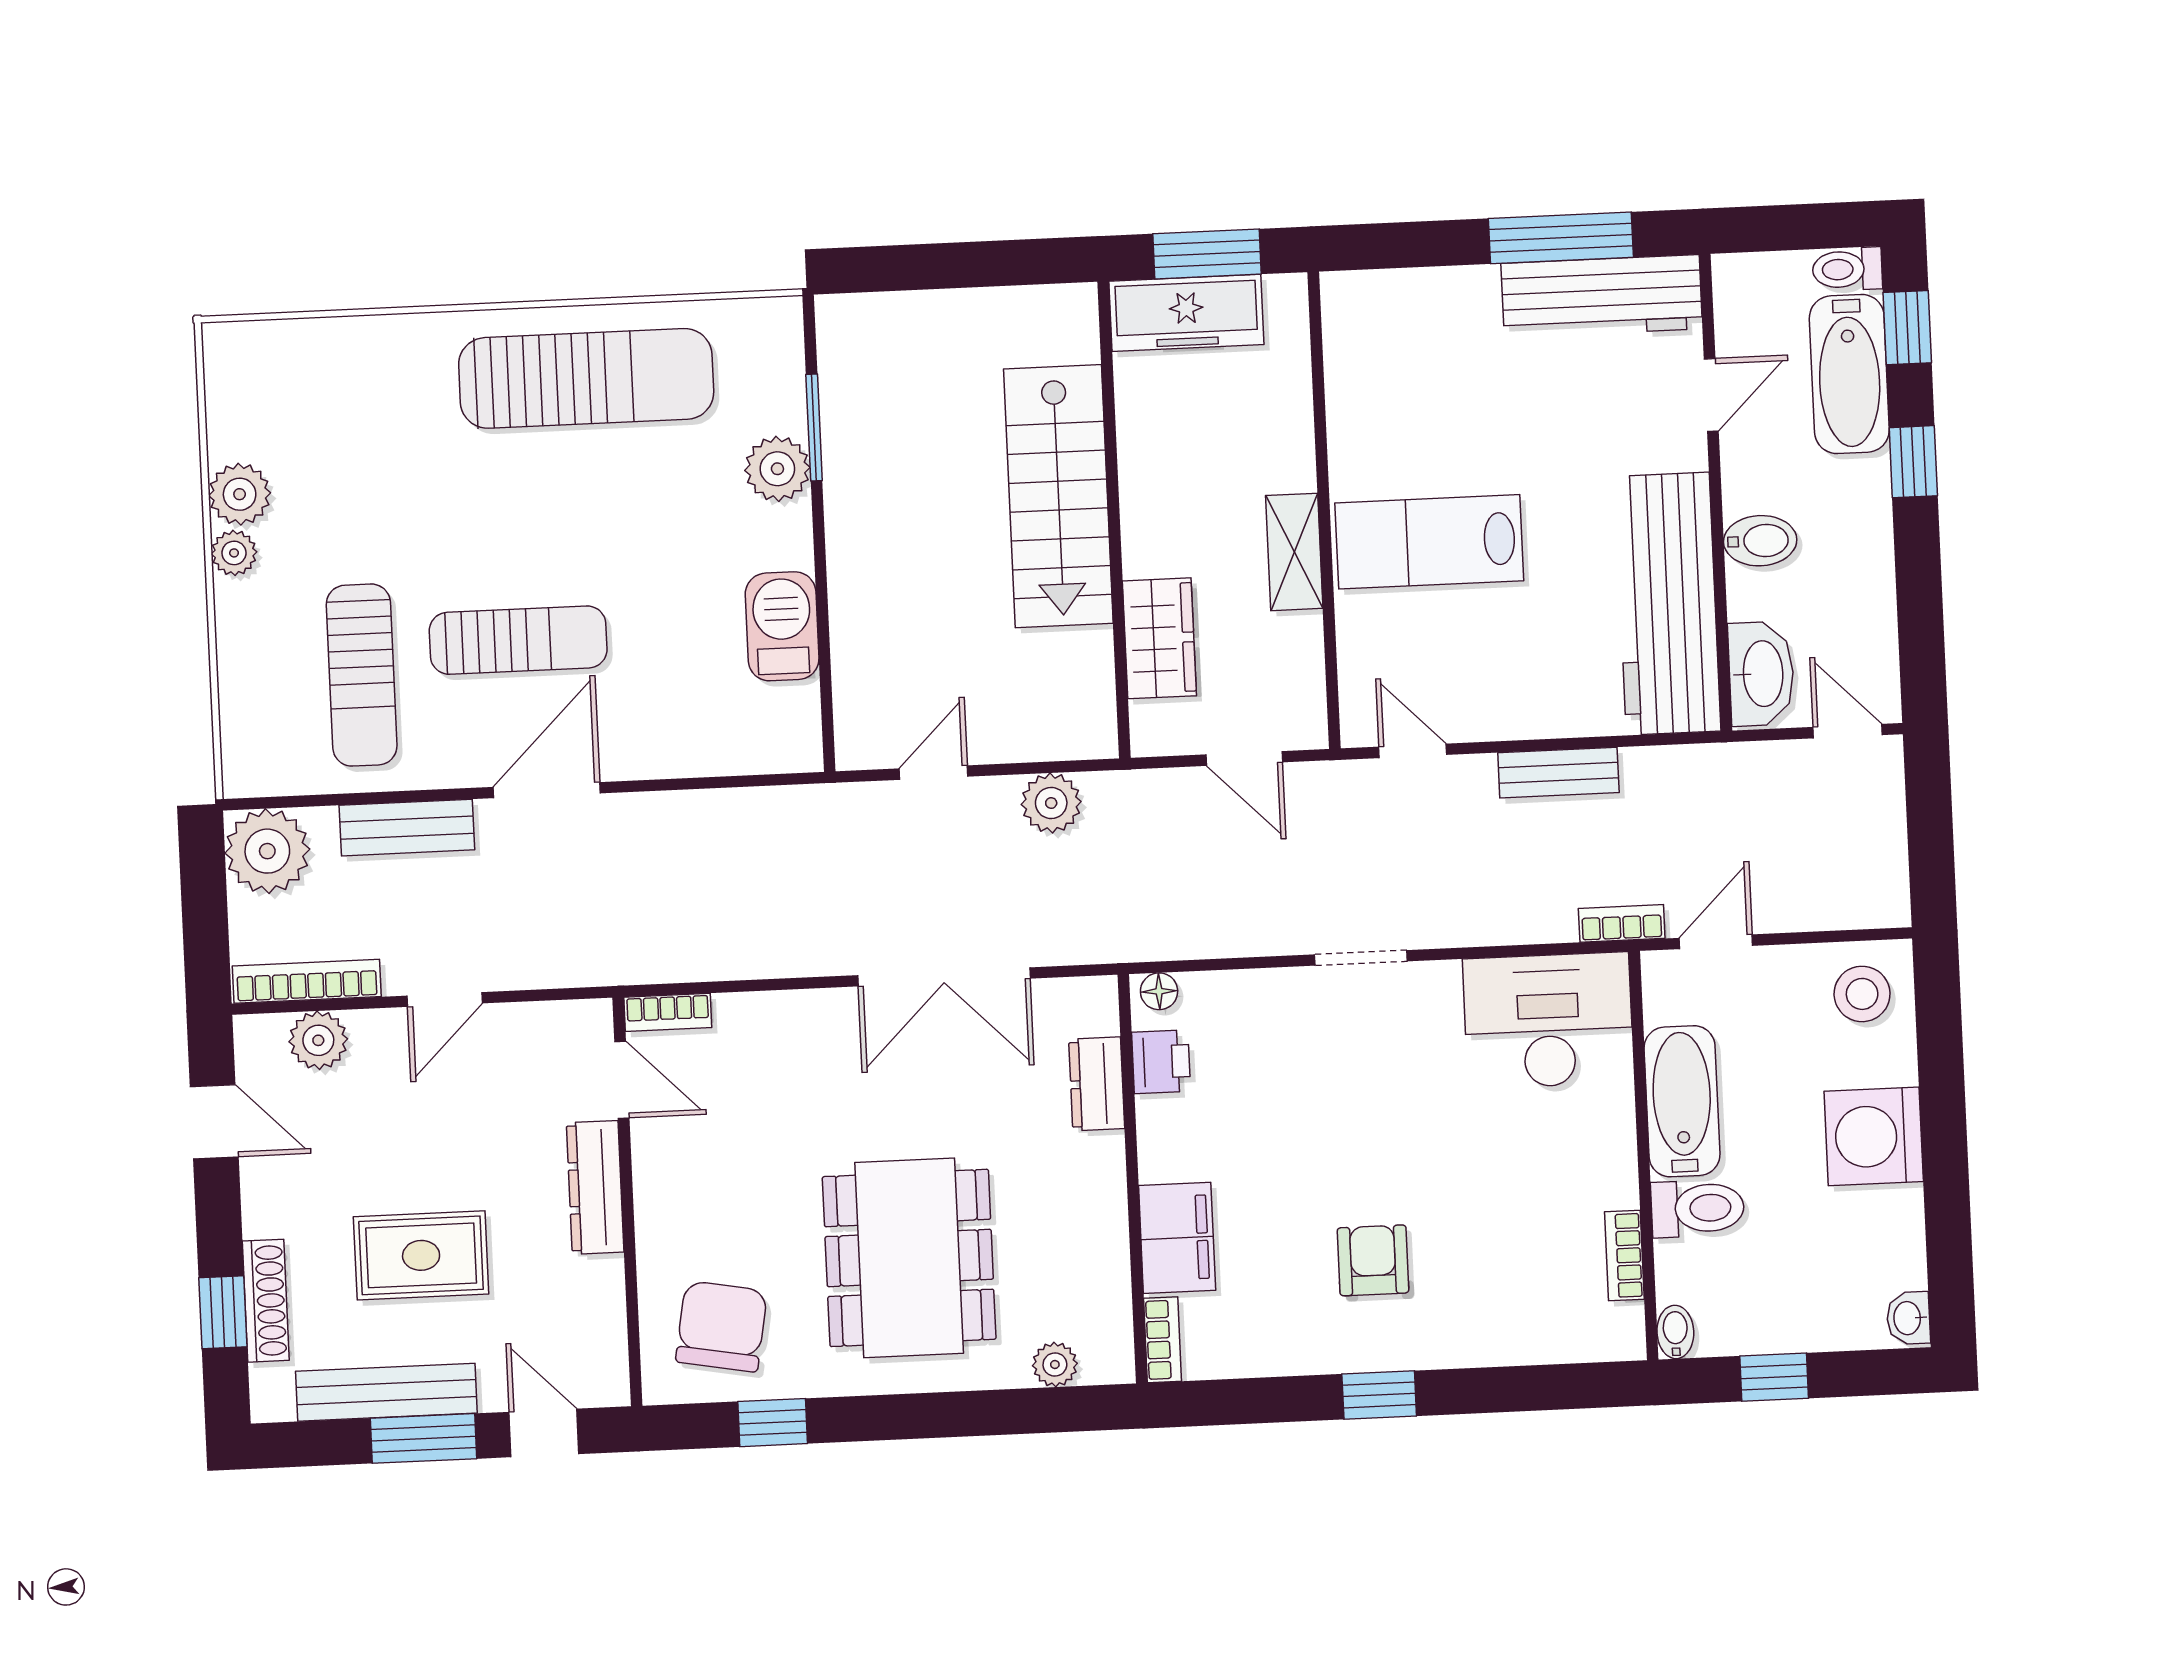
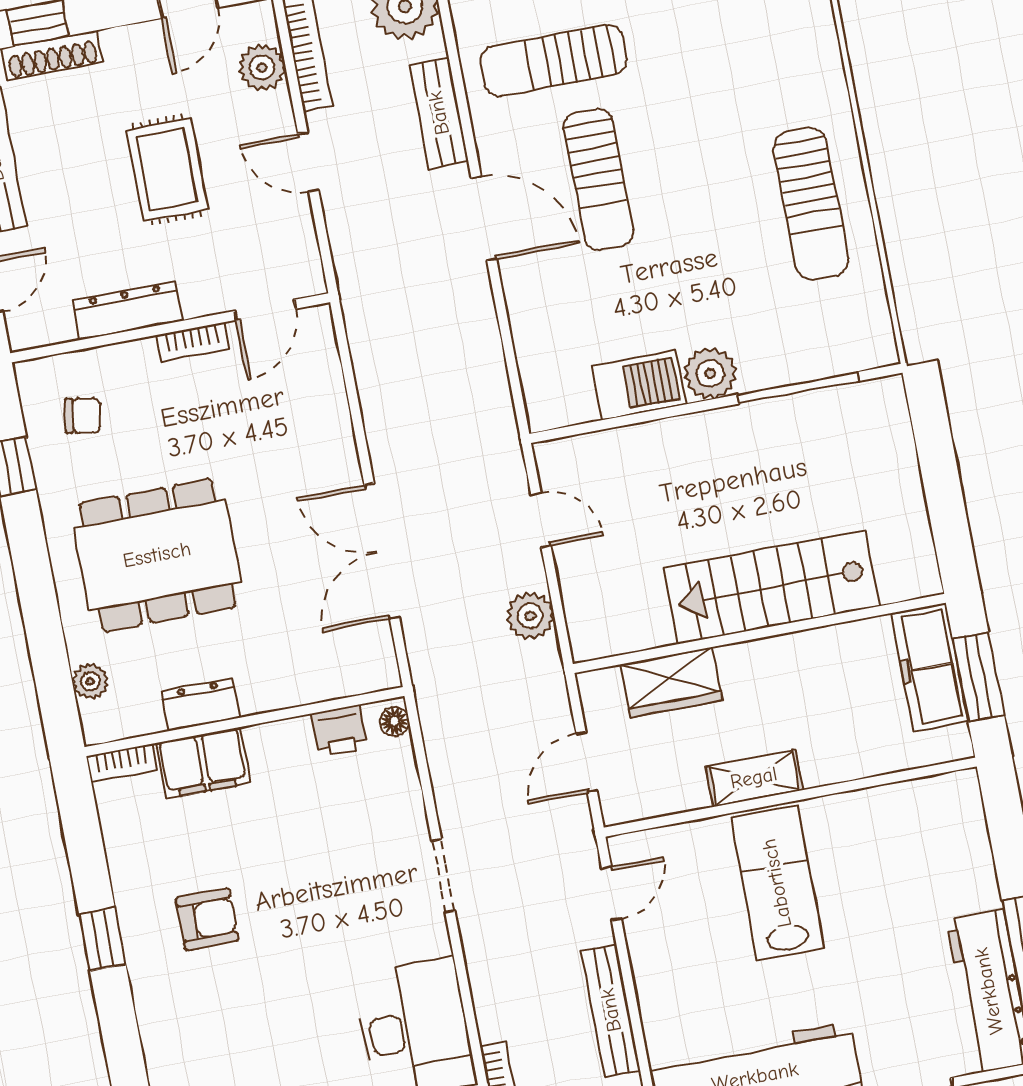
sun lounger: (586, 378) -> (811, 204), width x0.73, depth x0.75
window: (814, 428) -> (798, 388), width x1.44
plant: (777, 469) -> (710, 373), moved
bench: (1558, 773) -> (611, 1010), width x1.36
bookcase: (668, 1012) -> (193, 342), moved, turned -90
dresser: (1097, 1084) -> (200, 704), moved
dresser: (595, 1187) -> (128, 310), moved
rug: (421, 1255) -> (167, 170), moved
chair: (721, 1326) -> (83, 416), width x0.54, depth x0.54

